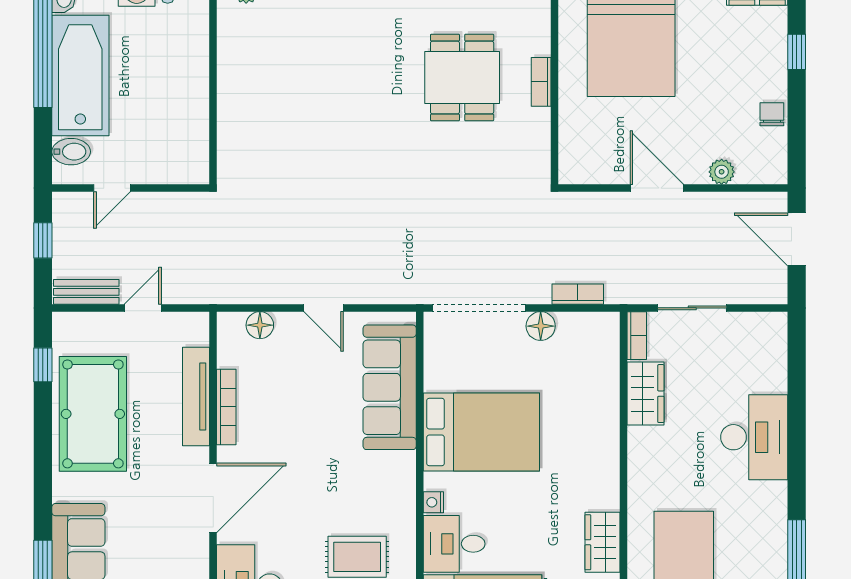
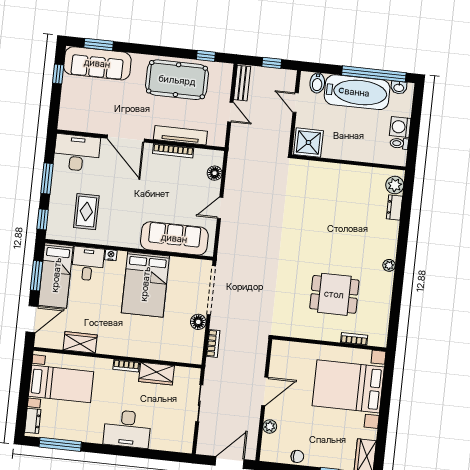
bookcase: (541, 82) -> (354, 339), moved
shower: (184, 156) -> (308, 143), added
bookcase: (637, 336) -> (126, 366), moved

